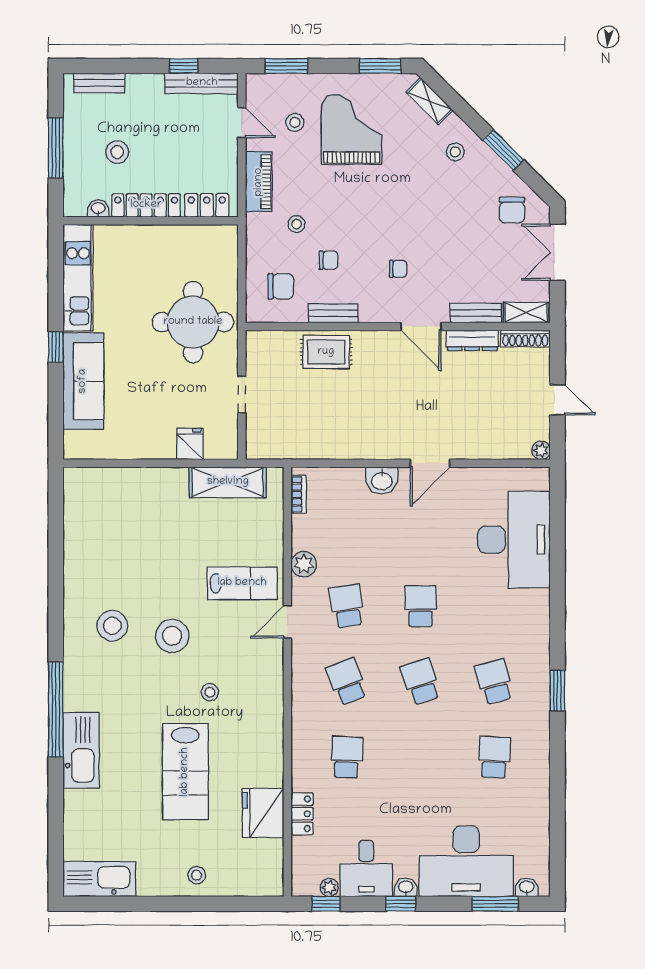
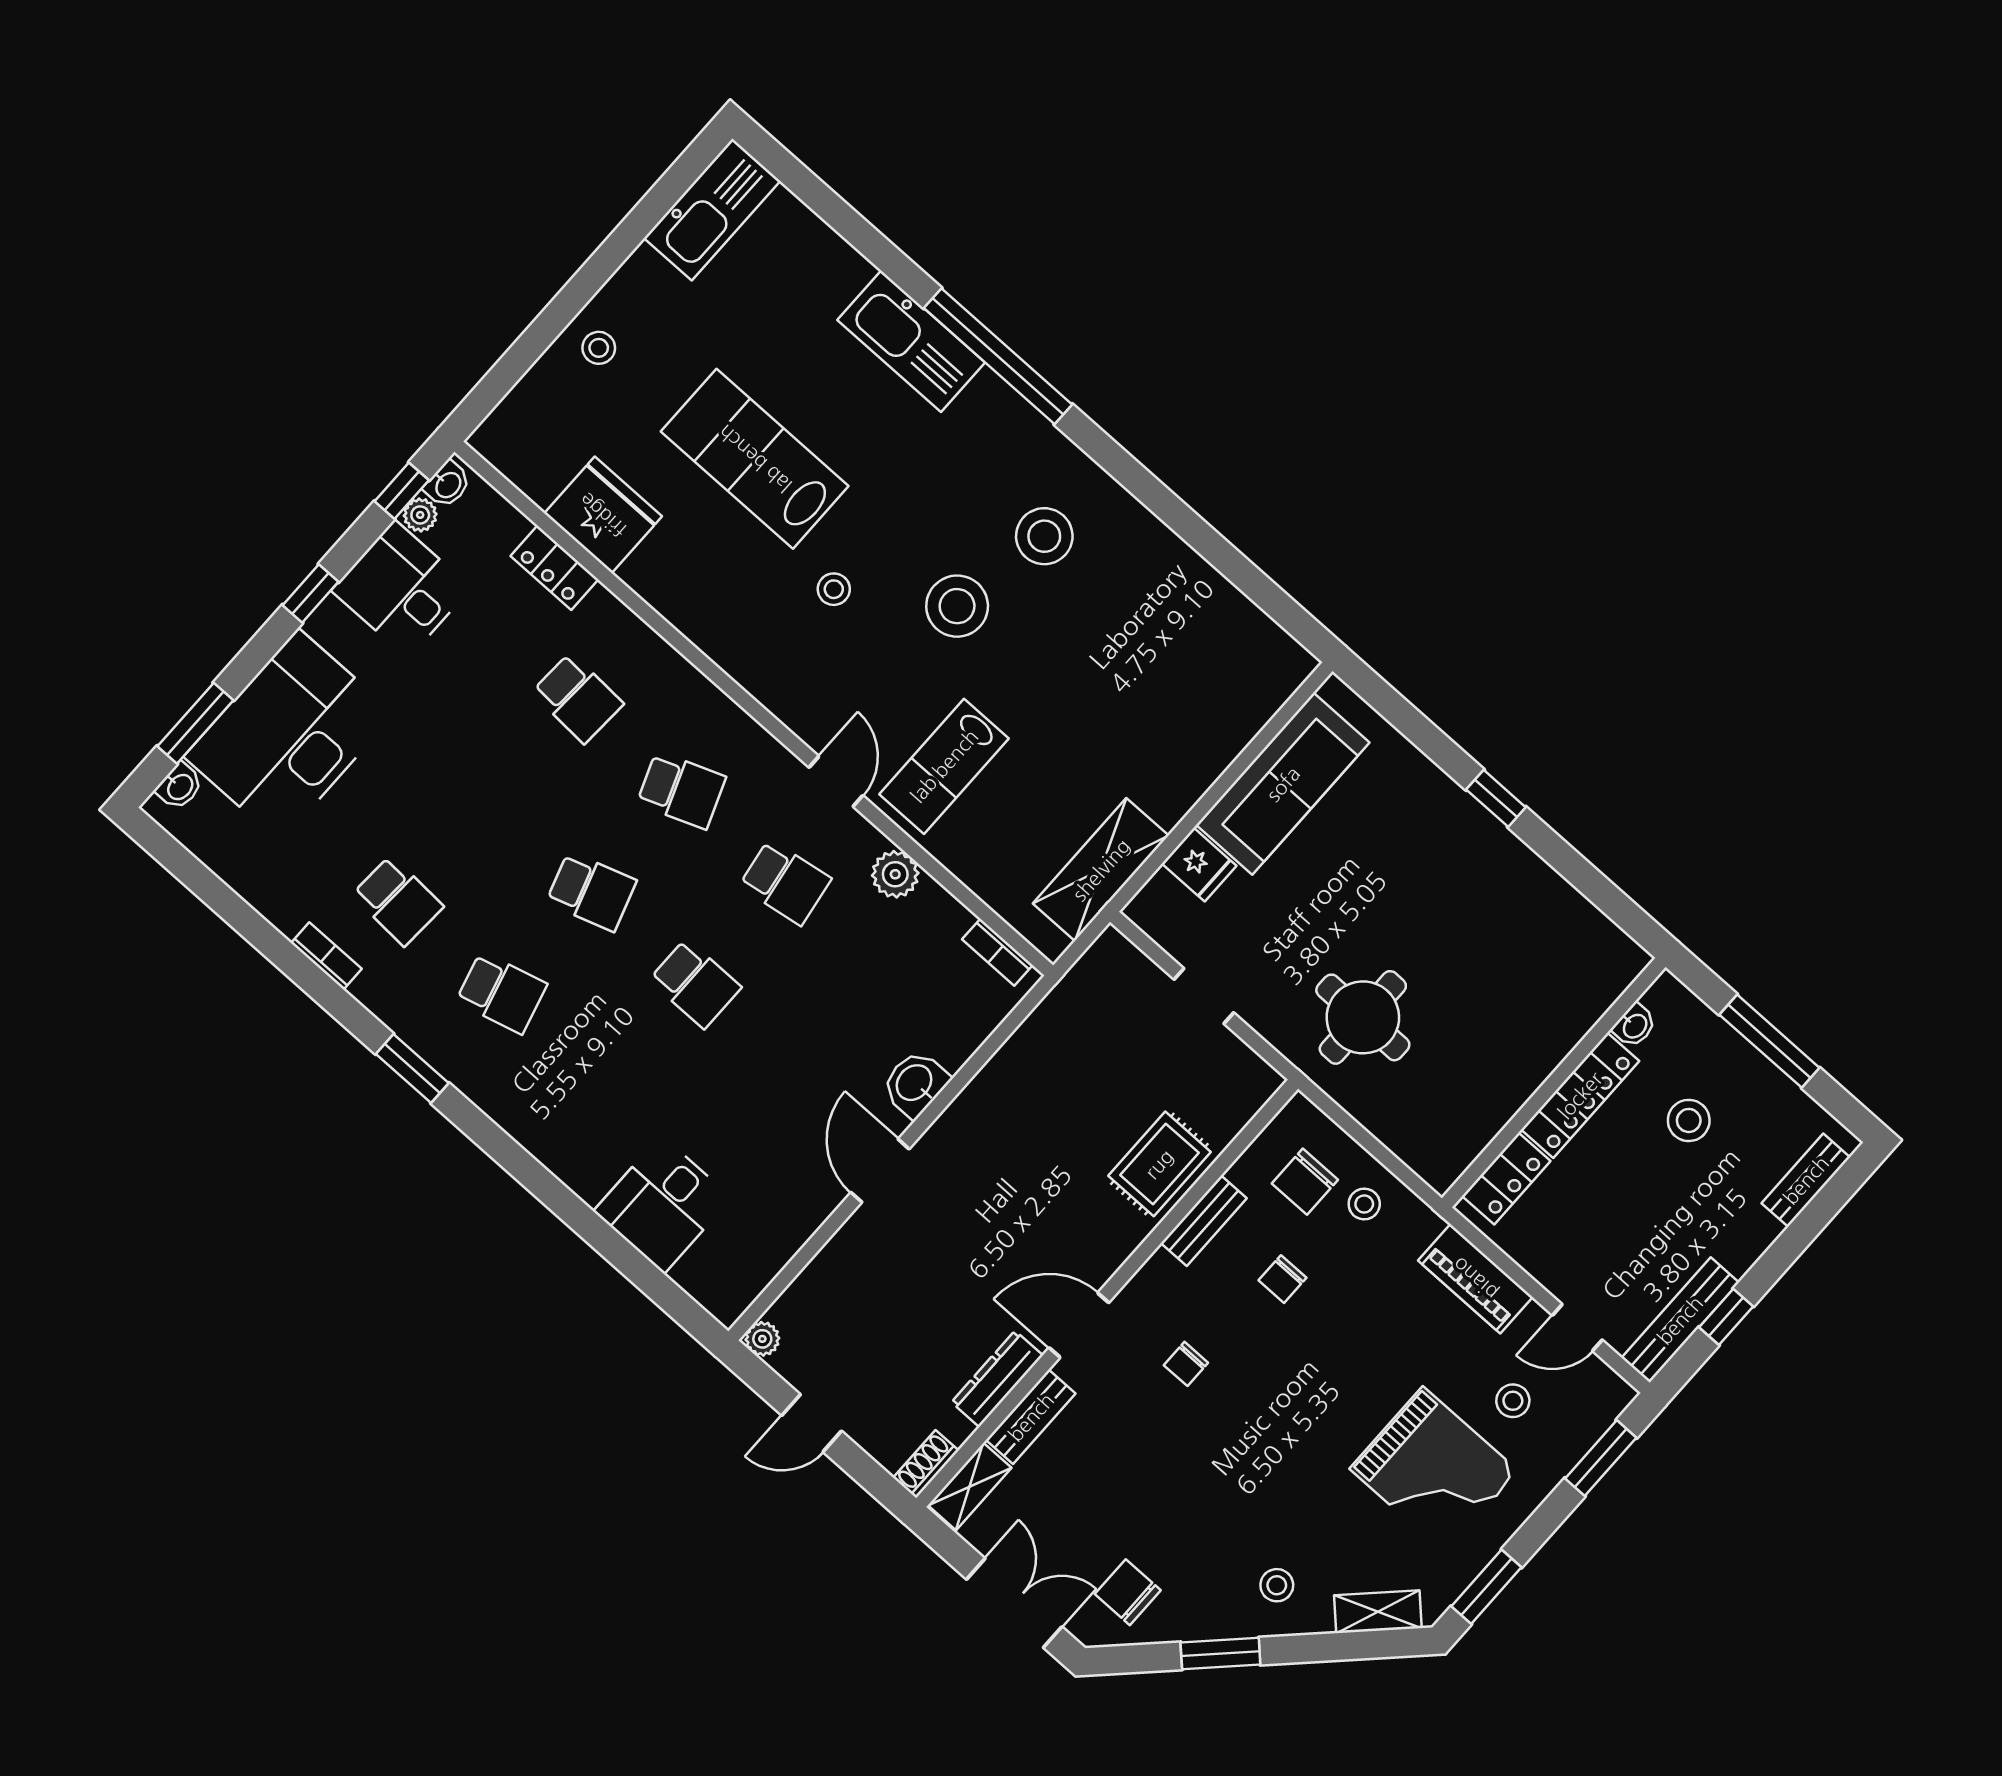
stool: (297, 224) -> (1364, 1204), moved
kitchen unit: (78, 278) -> (1564, 913), removed
round table: (193, 322) -> (1363, 1017), width x0.73, depth x0.73
shoe rack: (525, 338) -> (926, 1464), width x0.70
sofa: (83, 381) -> (1283, 784), moved, turned -90
desk: (514, 540) -> (662, 1205), width x0.53, depth x0.77
bookcase: (543, 766) -> (326, 956), added
washbasin: (406, 887) -> (448, 484), moved

